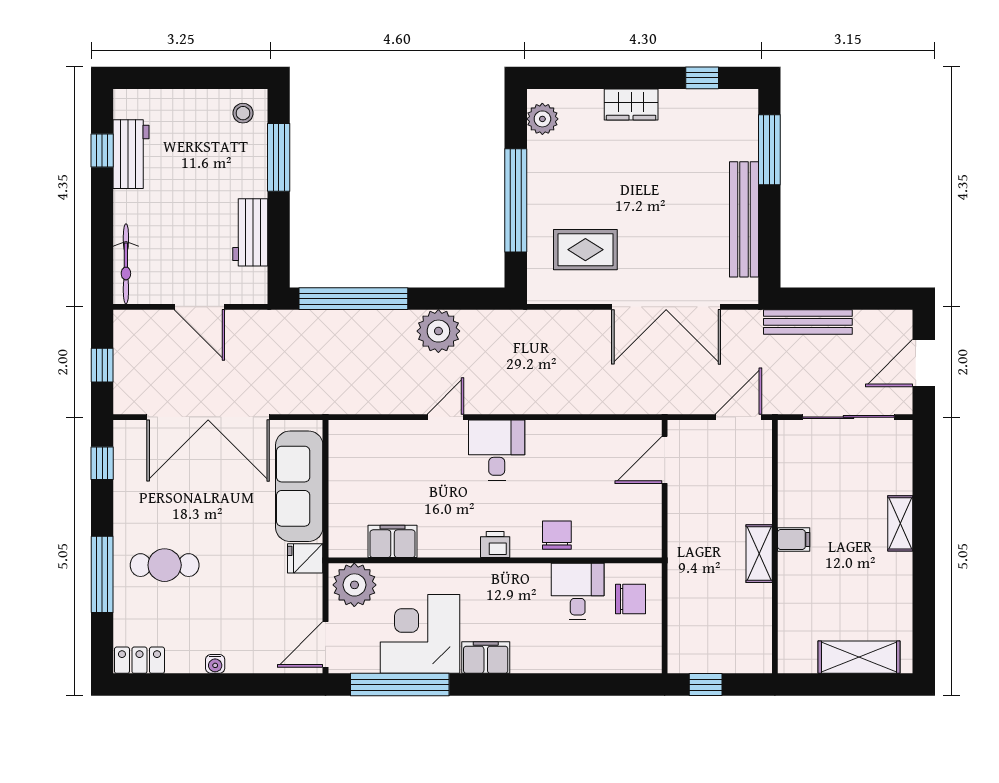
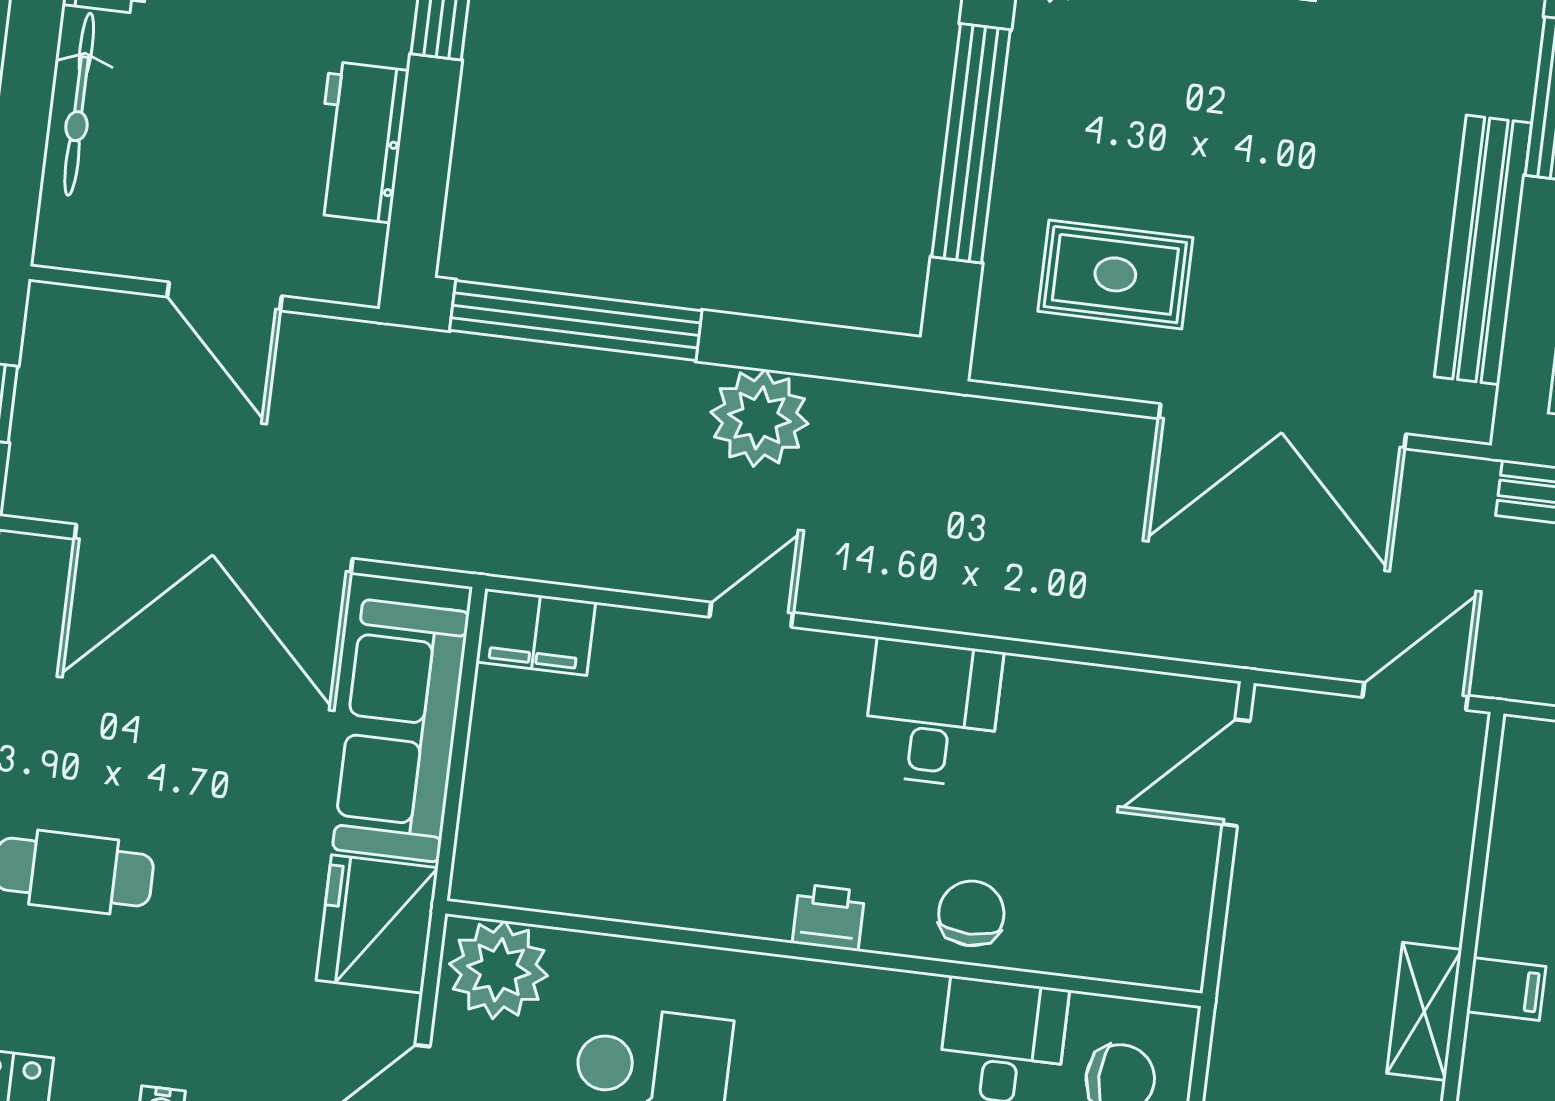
bicycle: (126, 264) -> (79, 104), moved
desk: (497, 450) -> (932, 713), moved
filing cabinet: (393, 541) -> (536, 632), moved, turned 180
fridge: (305, 558) -> (377, 924), width x1.88, depth x1.34

